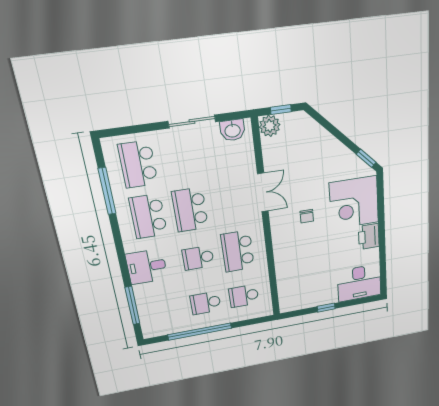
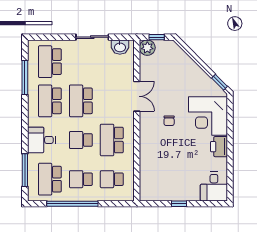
desk: (359, 283) -> (214, 187), width x0.73
school desk: (167, 310) -> (50, 179), added

